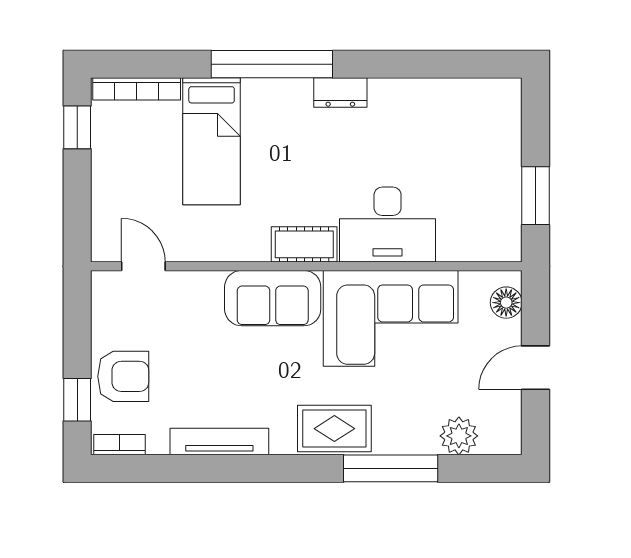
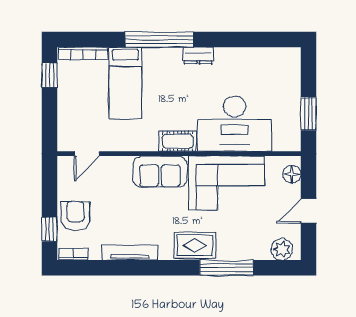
desk: (388, 225) -> (235, 124), width x1.36, depth x1.30
door: (143, 266) -> (87, 154), swing flipped
armchair: (123, 376) -> (75, 216), turned -90
plant: (459, 436) -> (282, 249), moved

